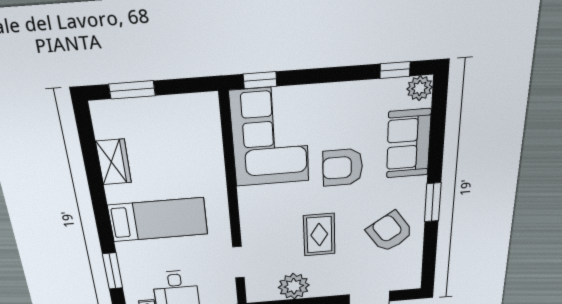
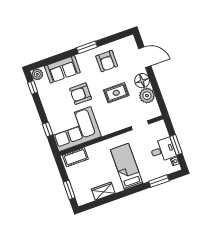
window: (260, 80) -> (48, 129), moved
cot: (206, 123) -> (75, 157), added
armchair: (343, 167) -> (81, 94), turned 90
armchair: (390, 232) -> (107, 61), turned -56
floor lamp: (326, 284) -> (142, 81), added

